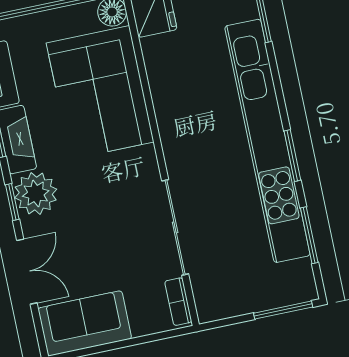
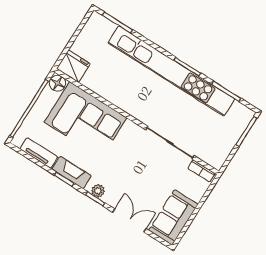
plant: (36, 194) -> (98, 191), width x0.53, depth x0.53

